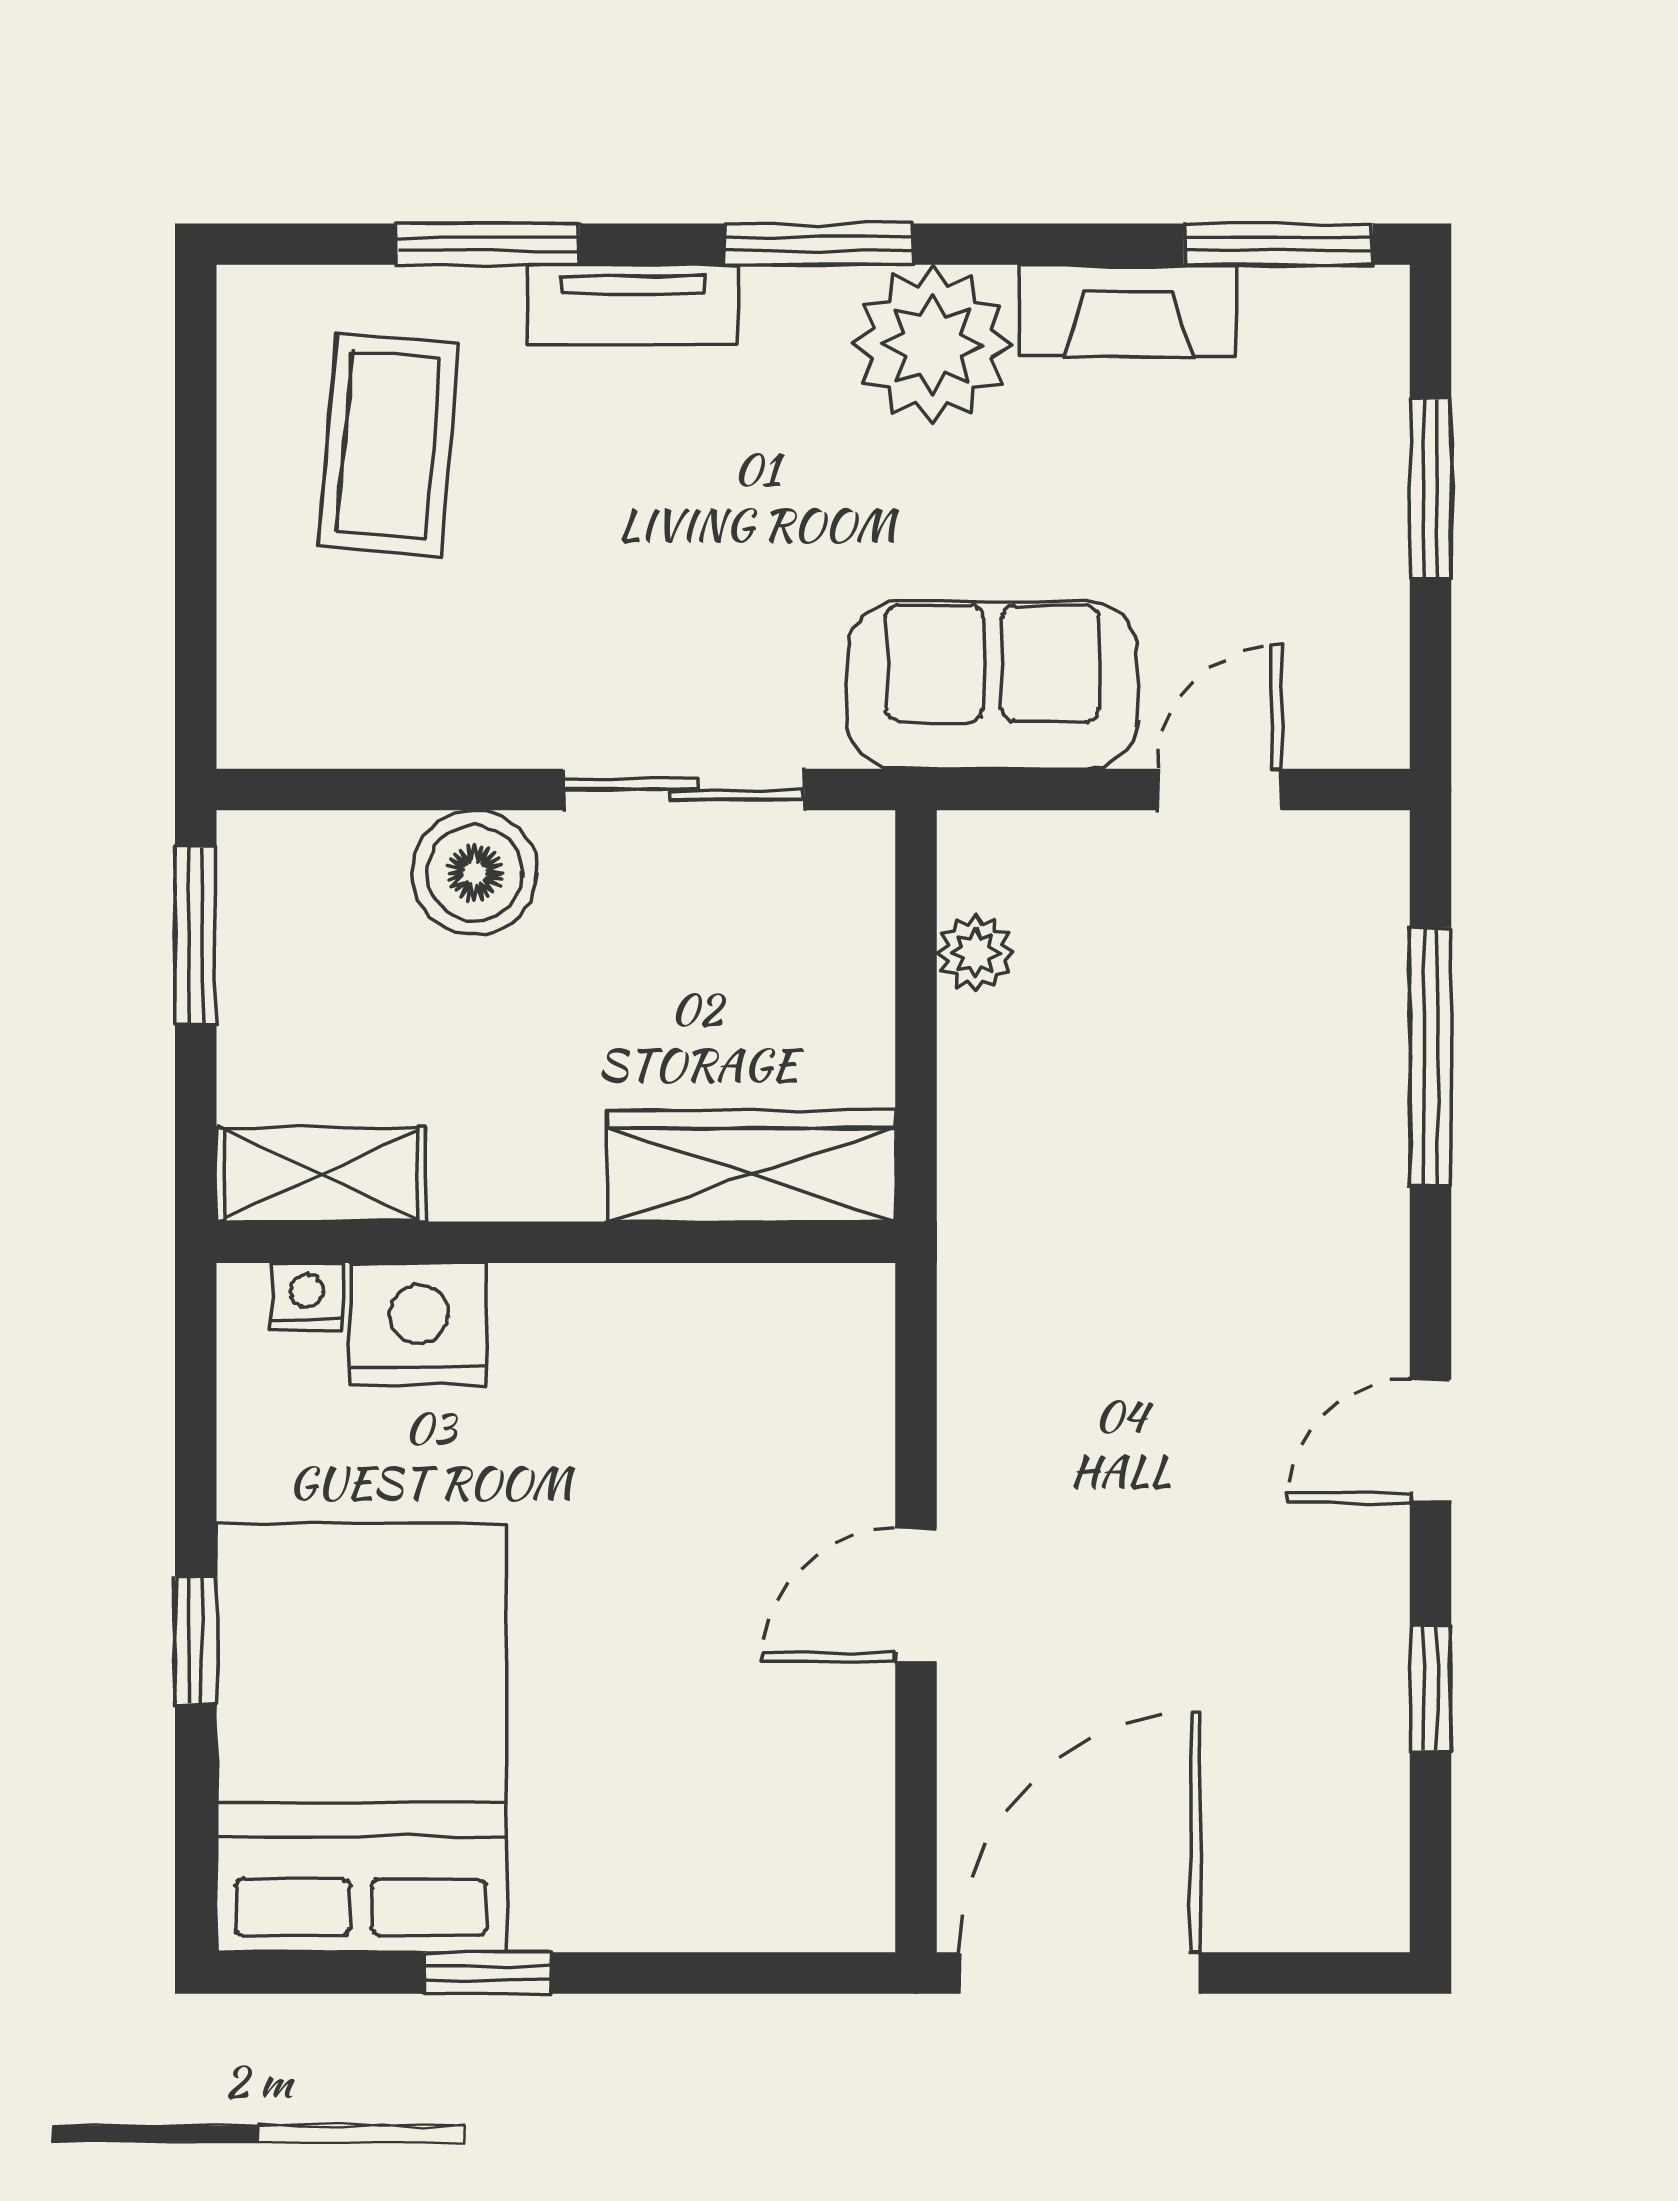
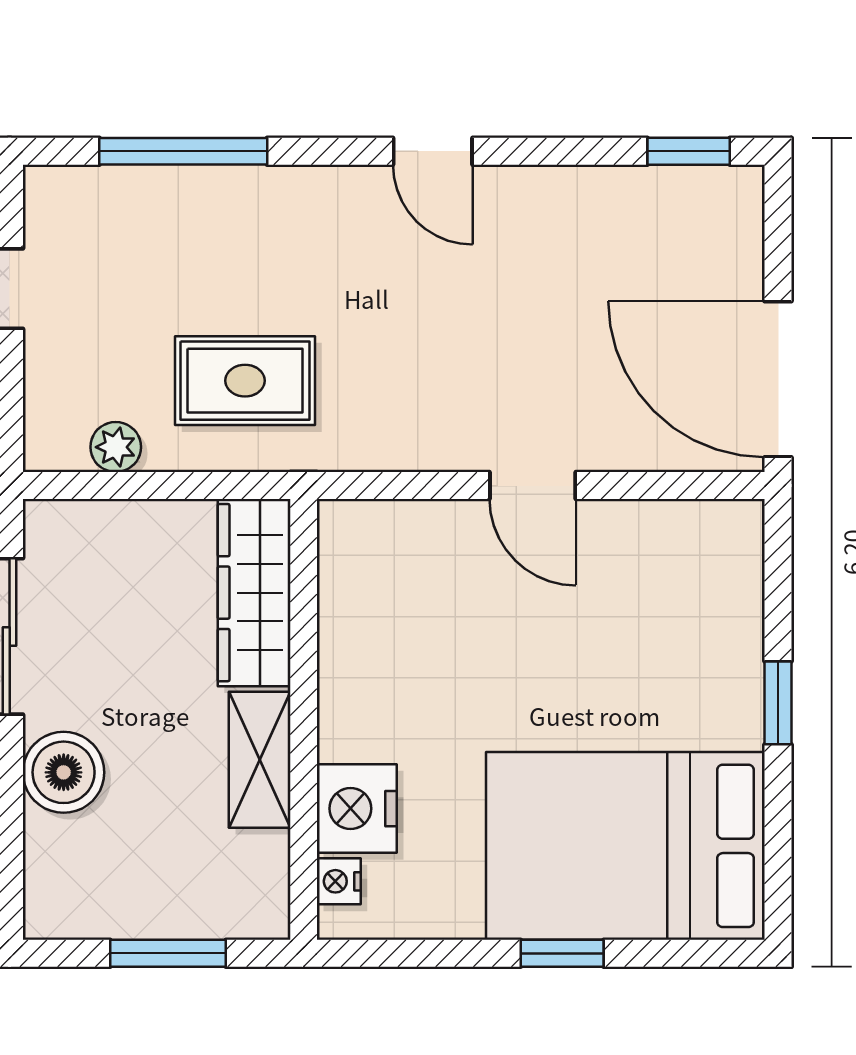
window: (196, 935) -> (168, 953), moved
rug: (1078, 1152) -> (245, 381), added
shelving: (321, 1175) -> (260, 760), moved
window: (1431, 1688) -> (689, 151), moved
window: (487, 1973) -> (778, 703), moved

